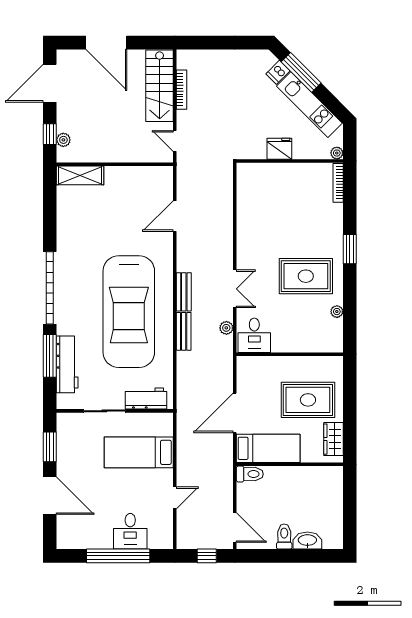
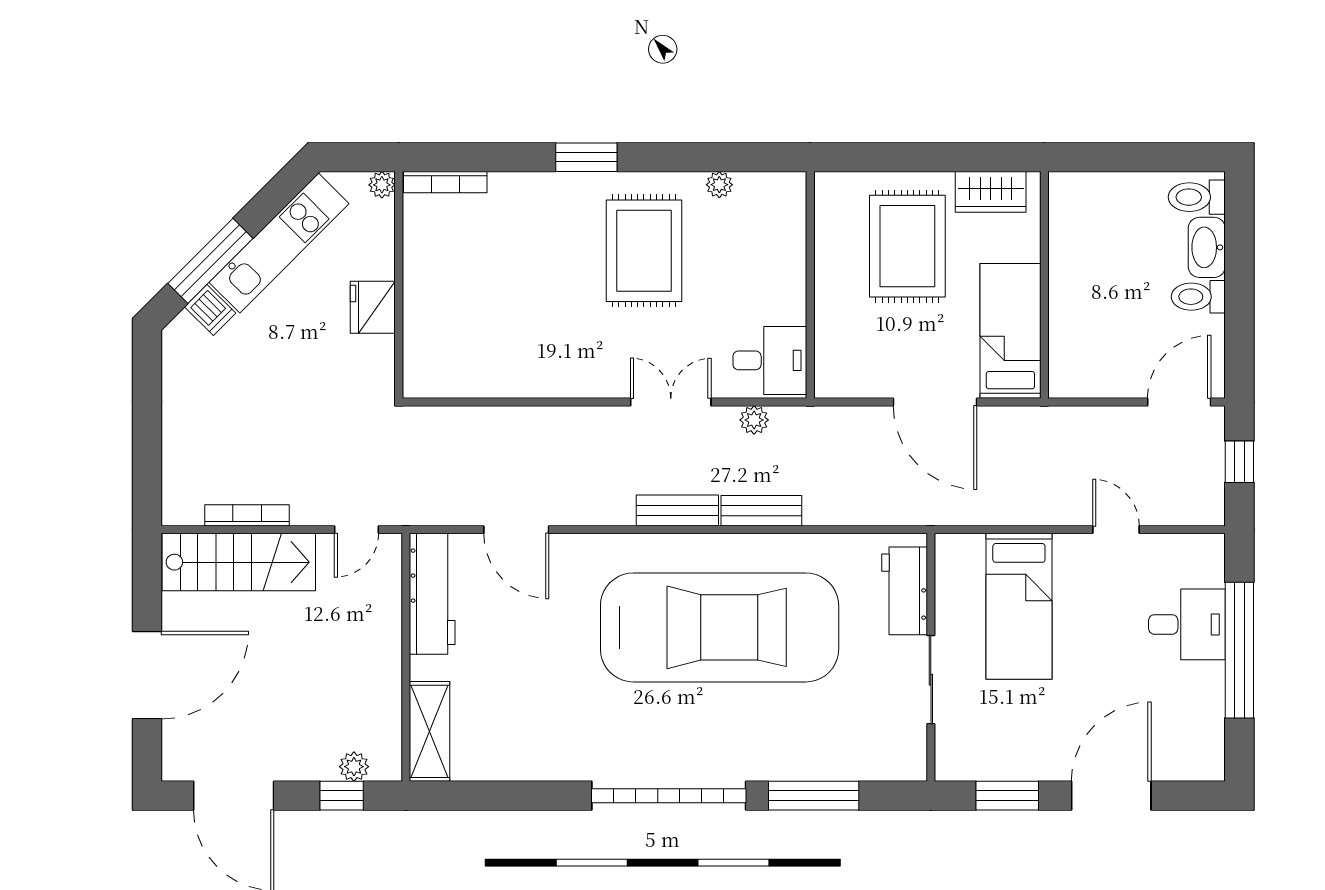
workbench: (67, 364) -> (432, 594), moved, turned 90
toilet: (250, 474) -> (1197, 197), moved, turned -90

